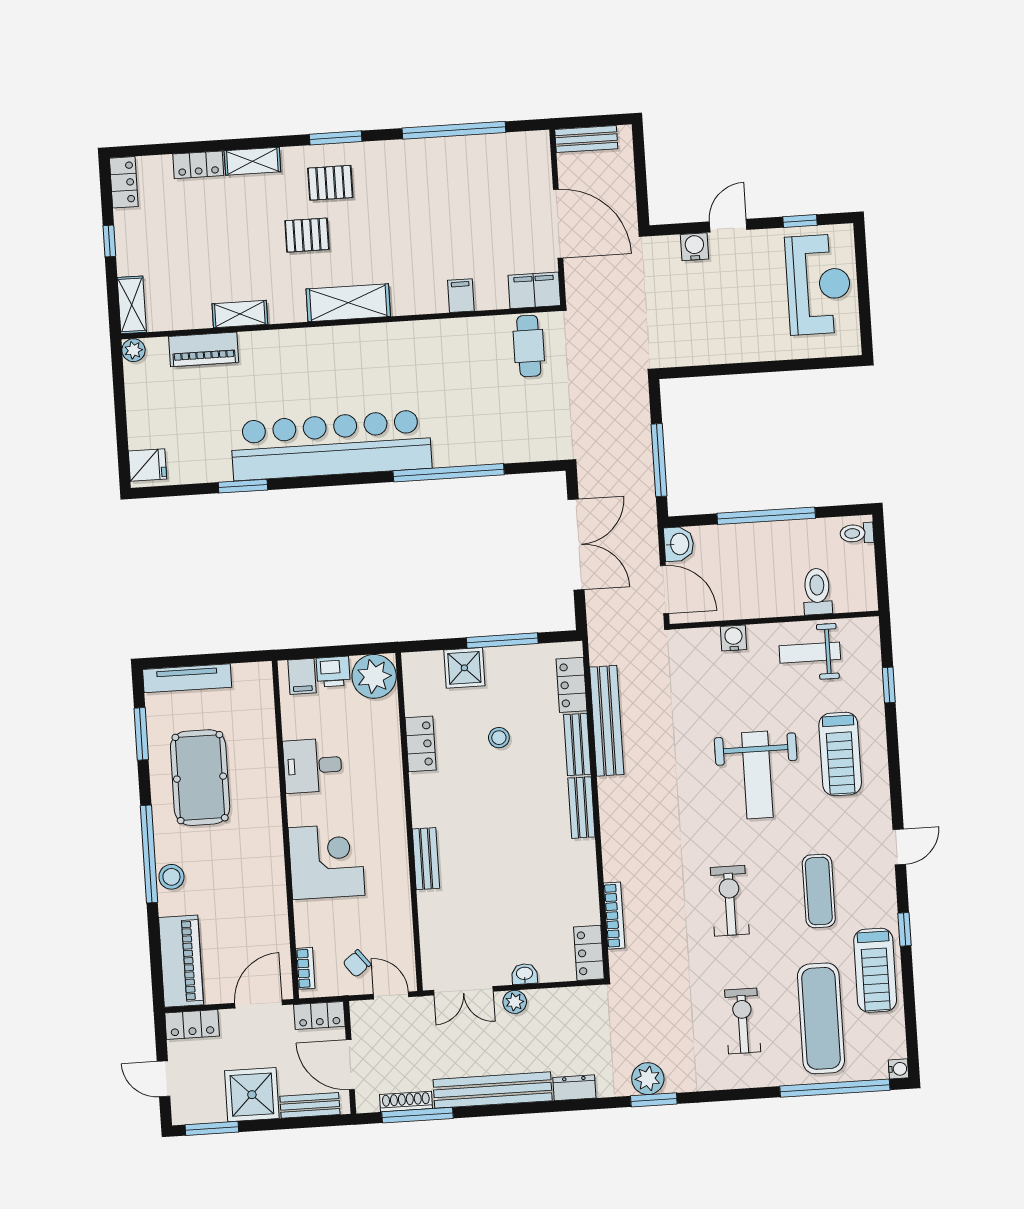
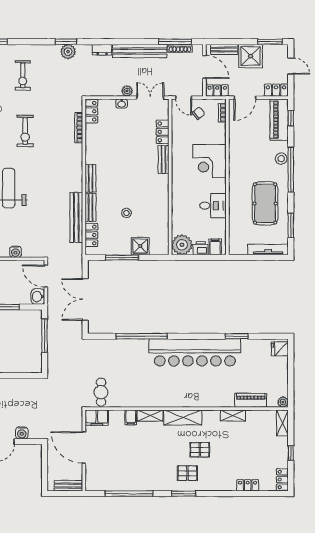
shelving: (252, 161) -> (150, 416), moved
locker: (421, 744) -> (163, 132), moved
window: (156, 966) -> (291, 118), added

